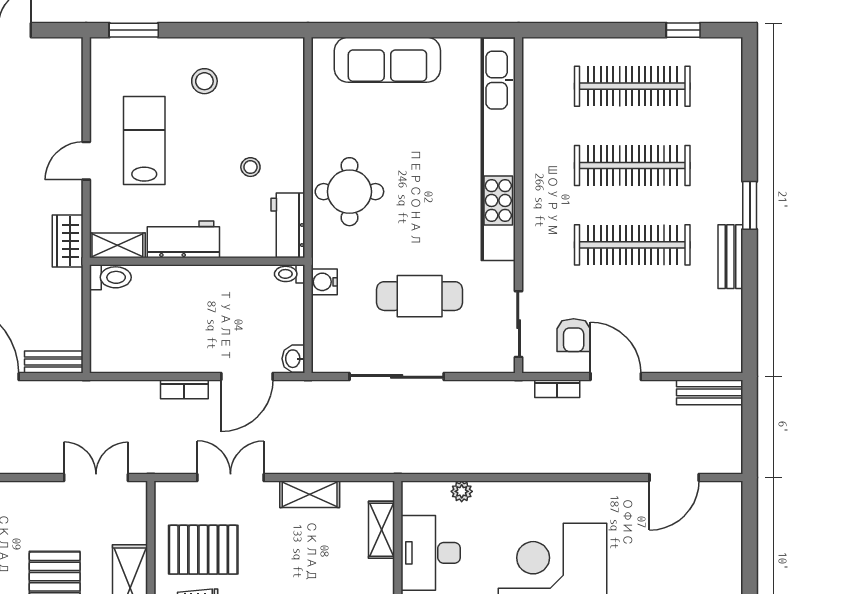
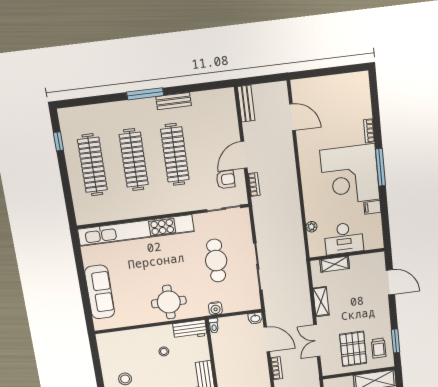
window: (750, 205) -> (145, 94), width x1.44

